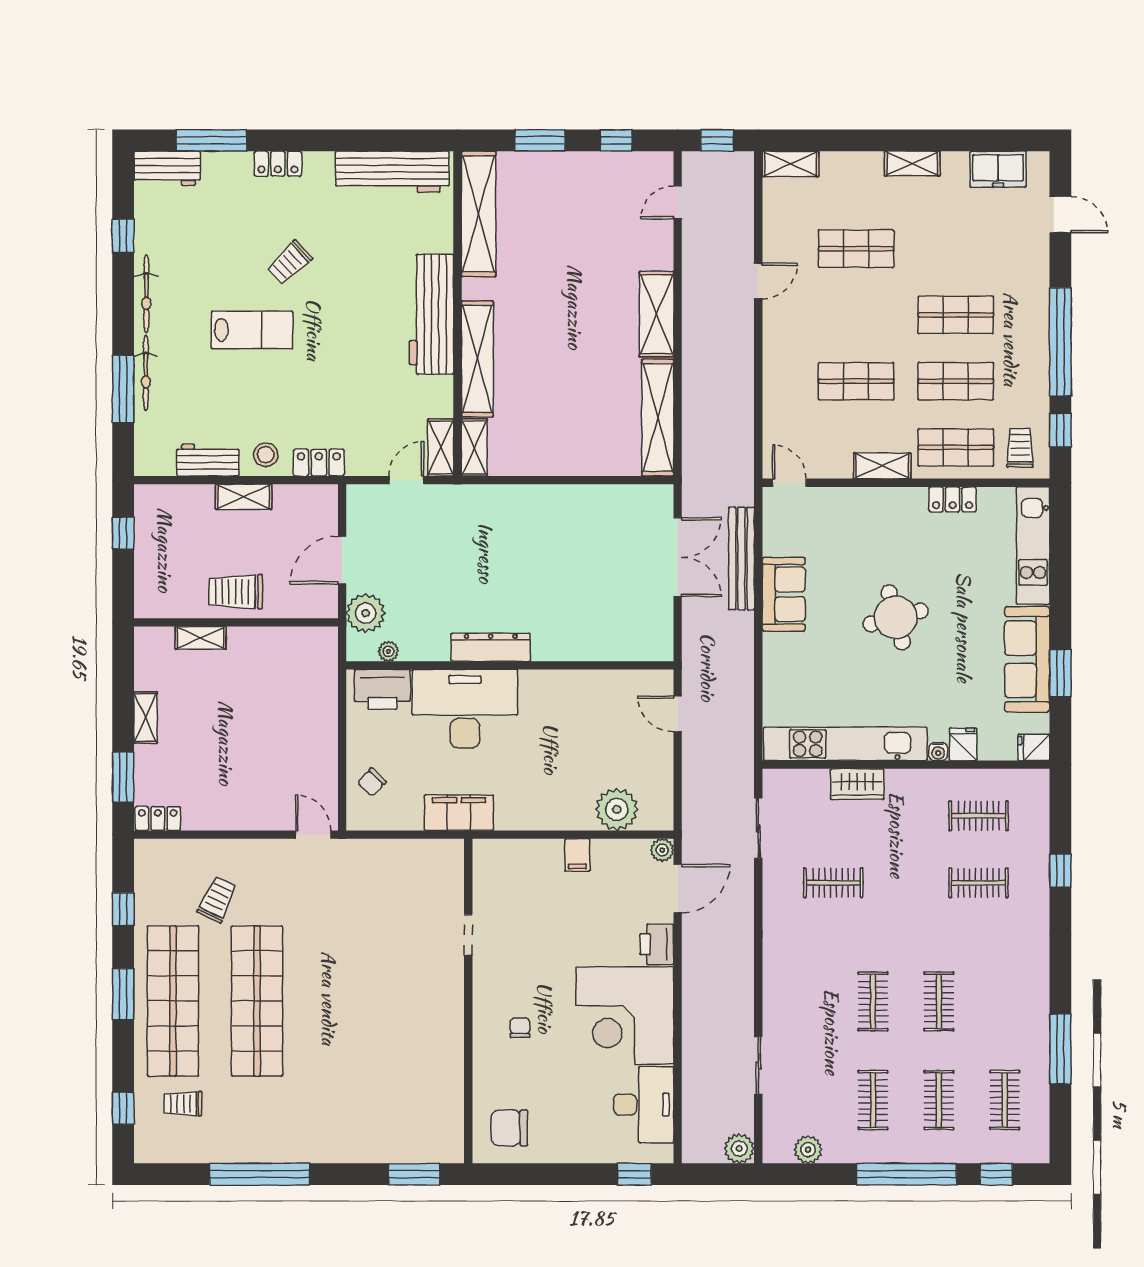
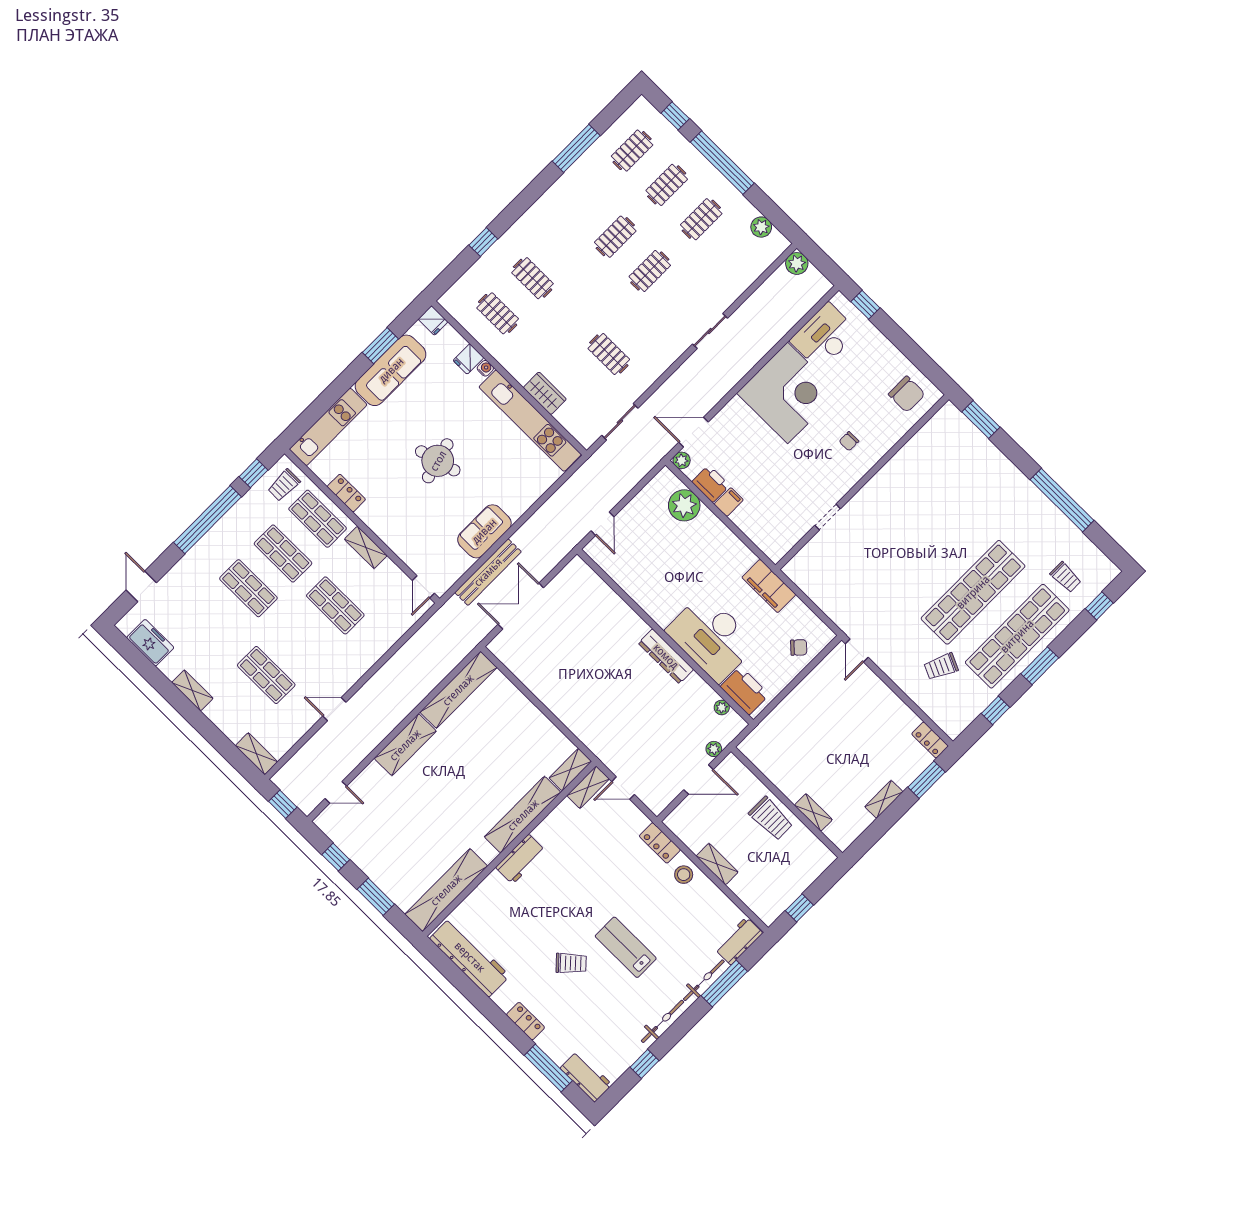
workbench: (432, 314) -> (521, 859), width x0.53, depth x0.76
workbench: (208, 460) -> (739, 941), moved, turned 90
plant: (366, 613) -> (714, 749), width x0.53, depth x0.53
printer: (657, 944) -> (711, 484), moved, turned -90
sliding door: (758, 1066) -> (710, 331), moved

